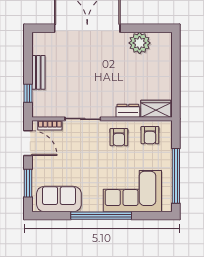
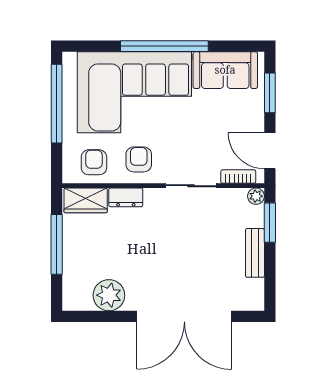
window: (176, 78) -> (57, 244), added
window: (28, 93) -> (270, 223), width x1.50
plant: (38, 112) -> (256, 196), added
corner sofa: (132, 191) -> (134, 92), width x1.36, depth x1.36

